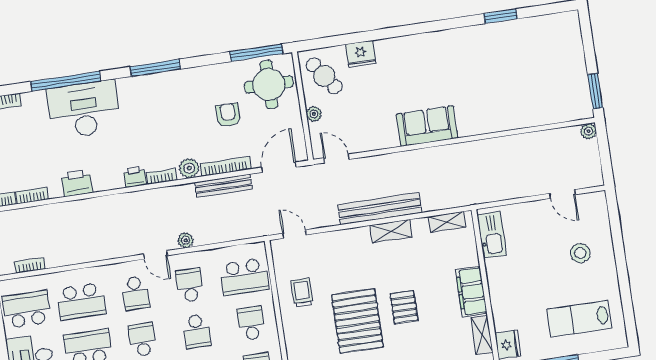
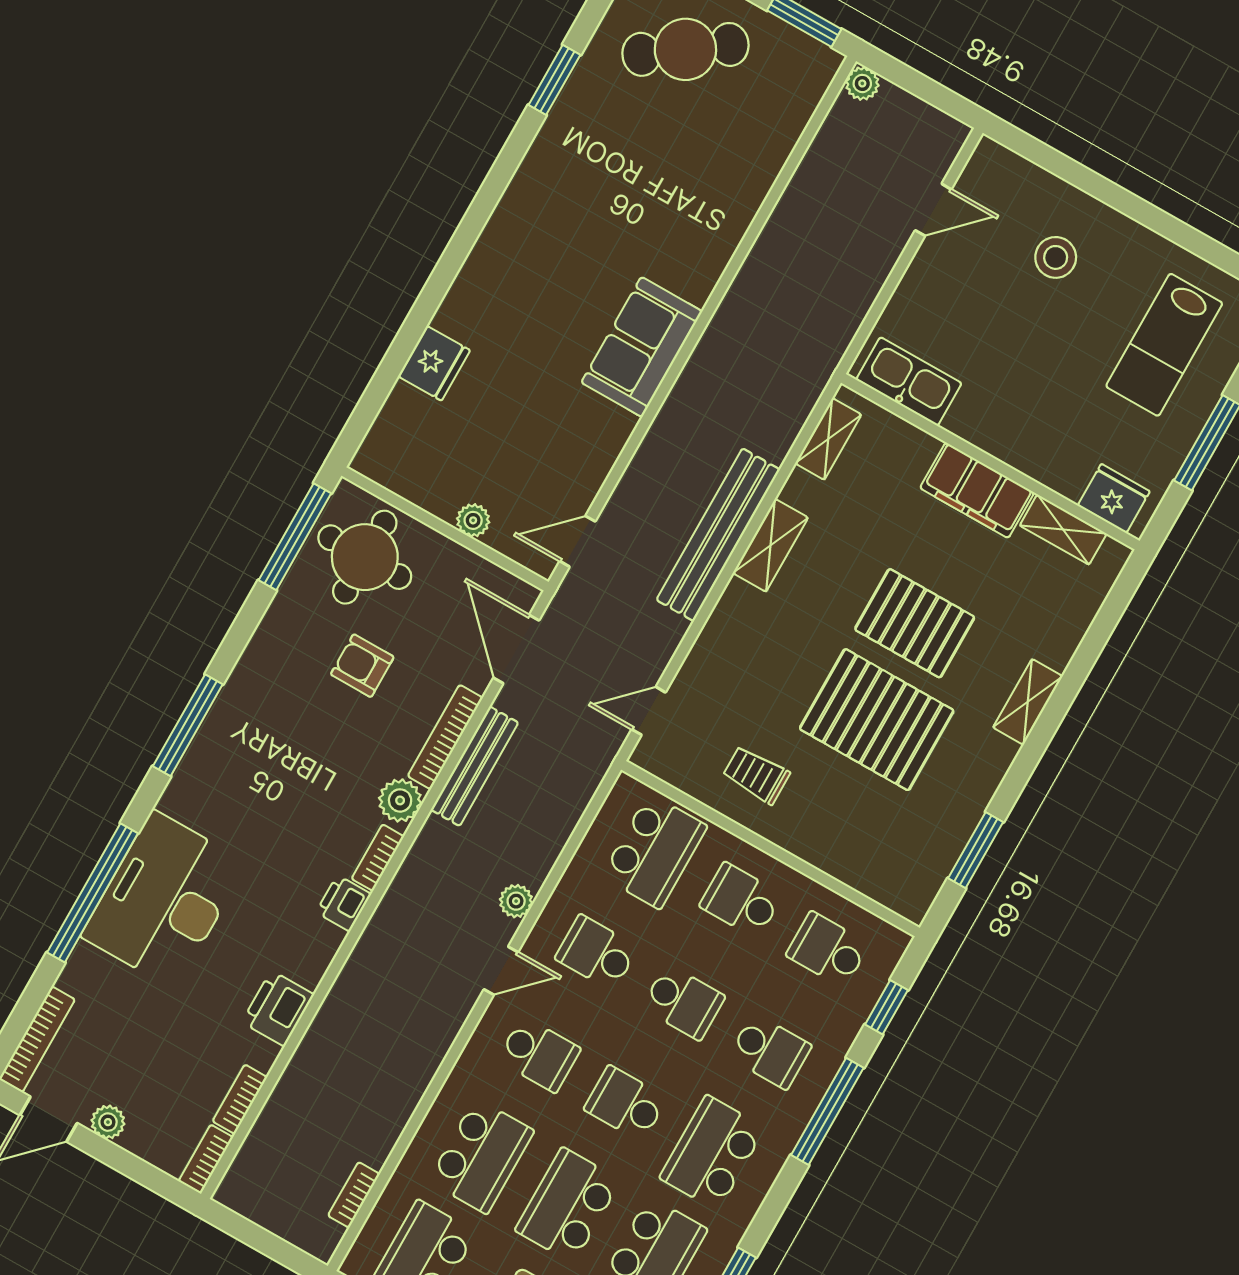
cafe table: (324, 76) -> (685, 49), moved, width x1.37, depth x1.35
pallet: (404, 307) -> (915, 623), width x1.50, depth x1.42

